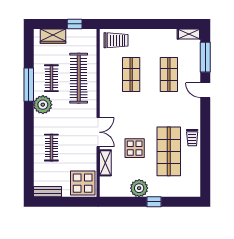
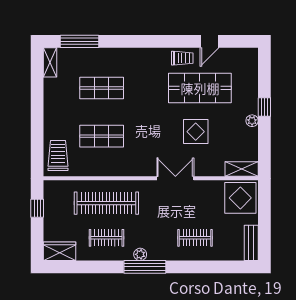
wardrobe: (53, 36) -> (60, 251), moved, turned -90
window: (29, 85) -> (145, 267), moved
door: (205, 90) -> (209, 41), moved
plant: (43, 105) -> (140, 254), width x0.53, depth x0.53
shelving: (105, 163) -> (242, 169), moved
plant: (139, 188) -> (252, 121), width x0.53, depth x0.53

